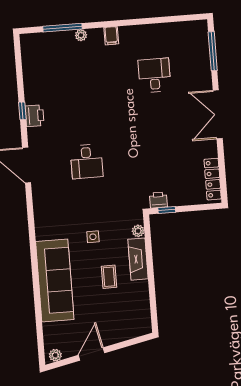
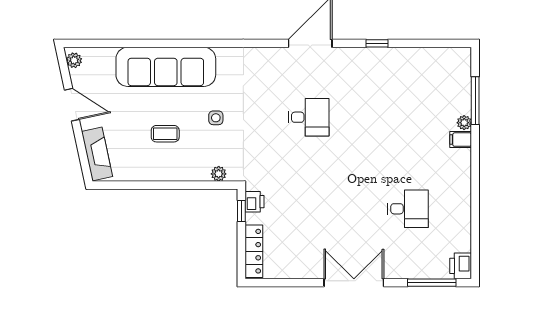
filing cabinet: (111, 36) -> (461, 140), moved
printer: (34, 116) -> (461, 266), moved, turned 90
desk: (87, 162) -> (309, 117), turned 180
locker: (213, 179) -> (254, 251), moved, turned 90
fireplace: (138, 259) -> (97, 154), moved, turned 78

